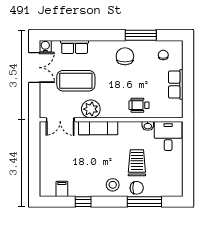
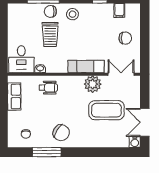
row of seats: (75, 47) -> (108, 141), removed
chair: (125, 56) -> (61, 133), turned -58
row of seats: (176, 85) -> (14, 96), moved
chair: (56, 159) -> (125, 38), added

